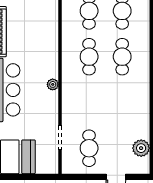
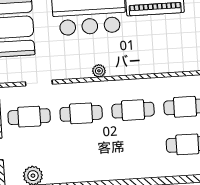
cafe table: (122, 57) -> (81, 113), moved

